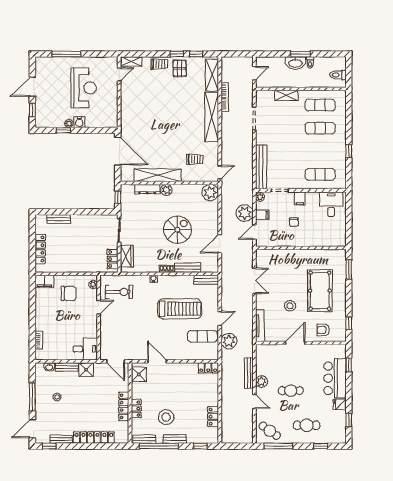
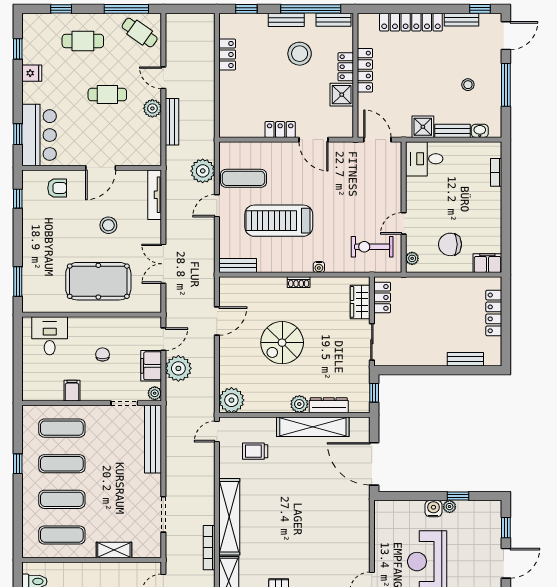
exercise mat: (320, 151) -> (62, 464), added
filing cabinet: (300, 199) -> (72, 391), moved
desk: (331, 204) -> (50, 336), moved, turned 180
filing cabinet: (262, 215) -> (151, 366), width x2.00
bench: (188, 268) -> (266, 284), removed
pool table: (320, 291) -> (98, 281), moved, turned 90
locker: (208, 368) -> (280, 130), moved
shower: (139, 374) -> (342, 95), moved
bar counter: (335, 378) -> (39, 135), moved

